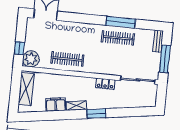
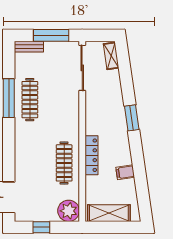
window: (19, 48) -> (41, 227), moved
locker: (105, 84) -> (92, 155), moved, width x1.53
filing cabinet: (56, 105) -> (125, 172), width x0.50
shelving: (76, 106) -> (111, 56), moved

